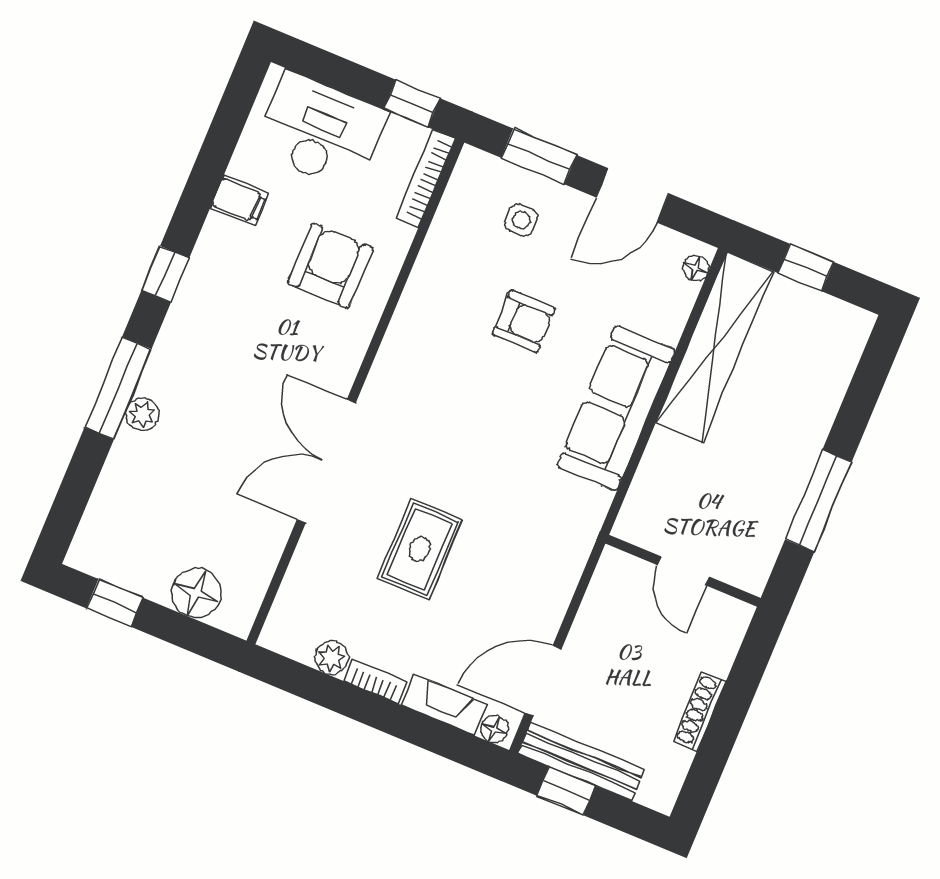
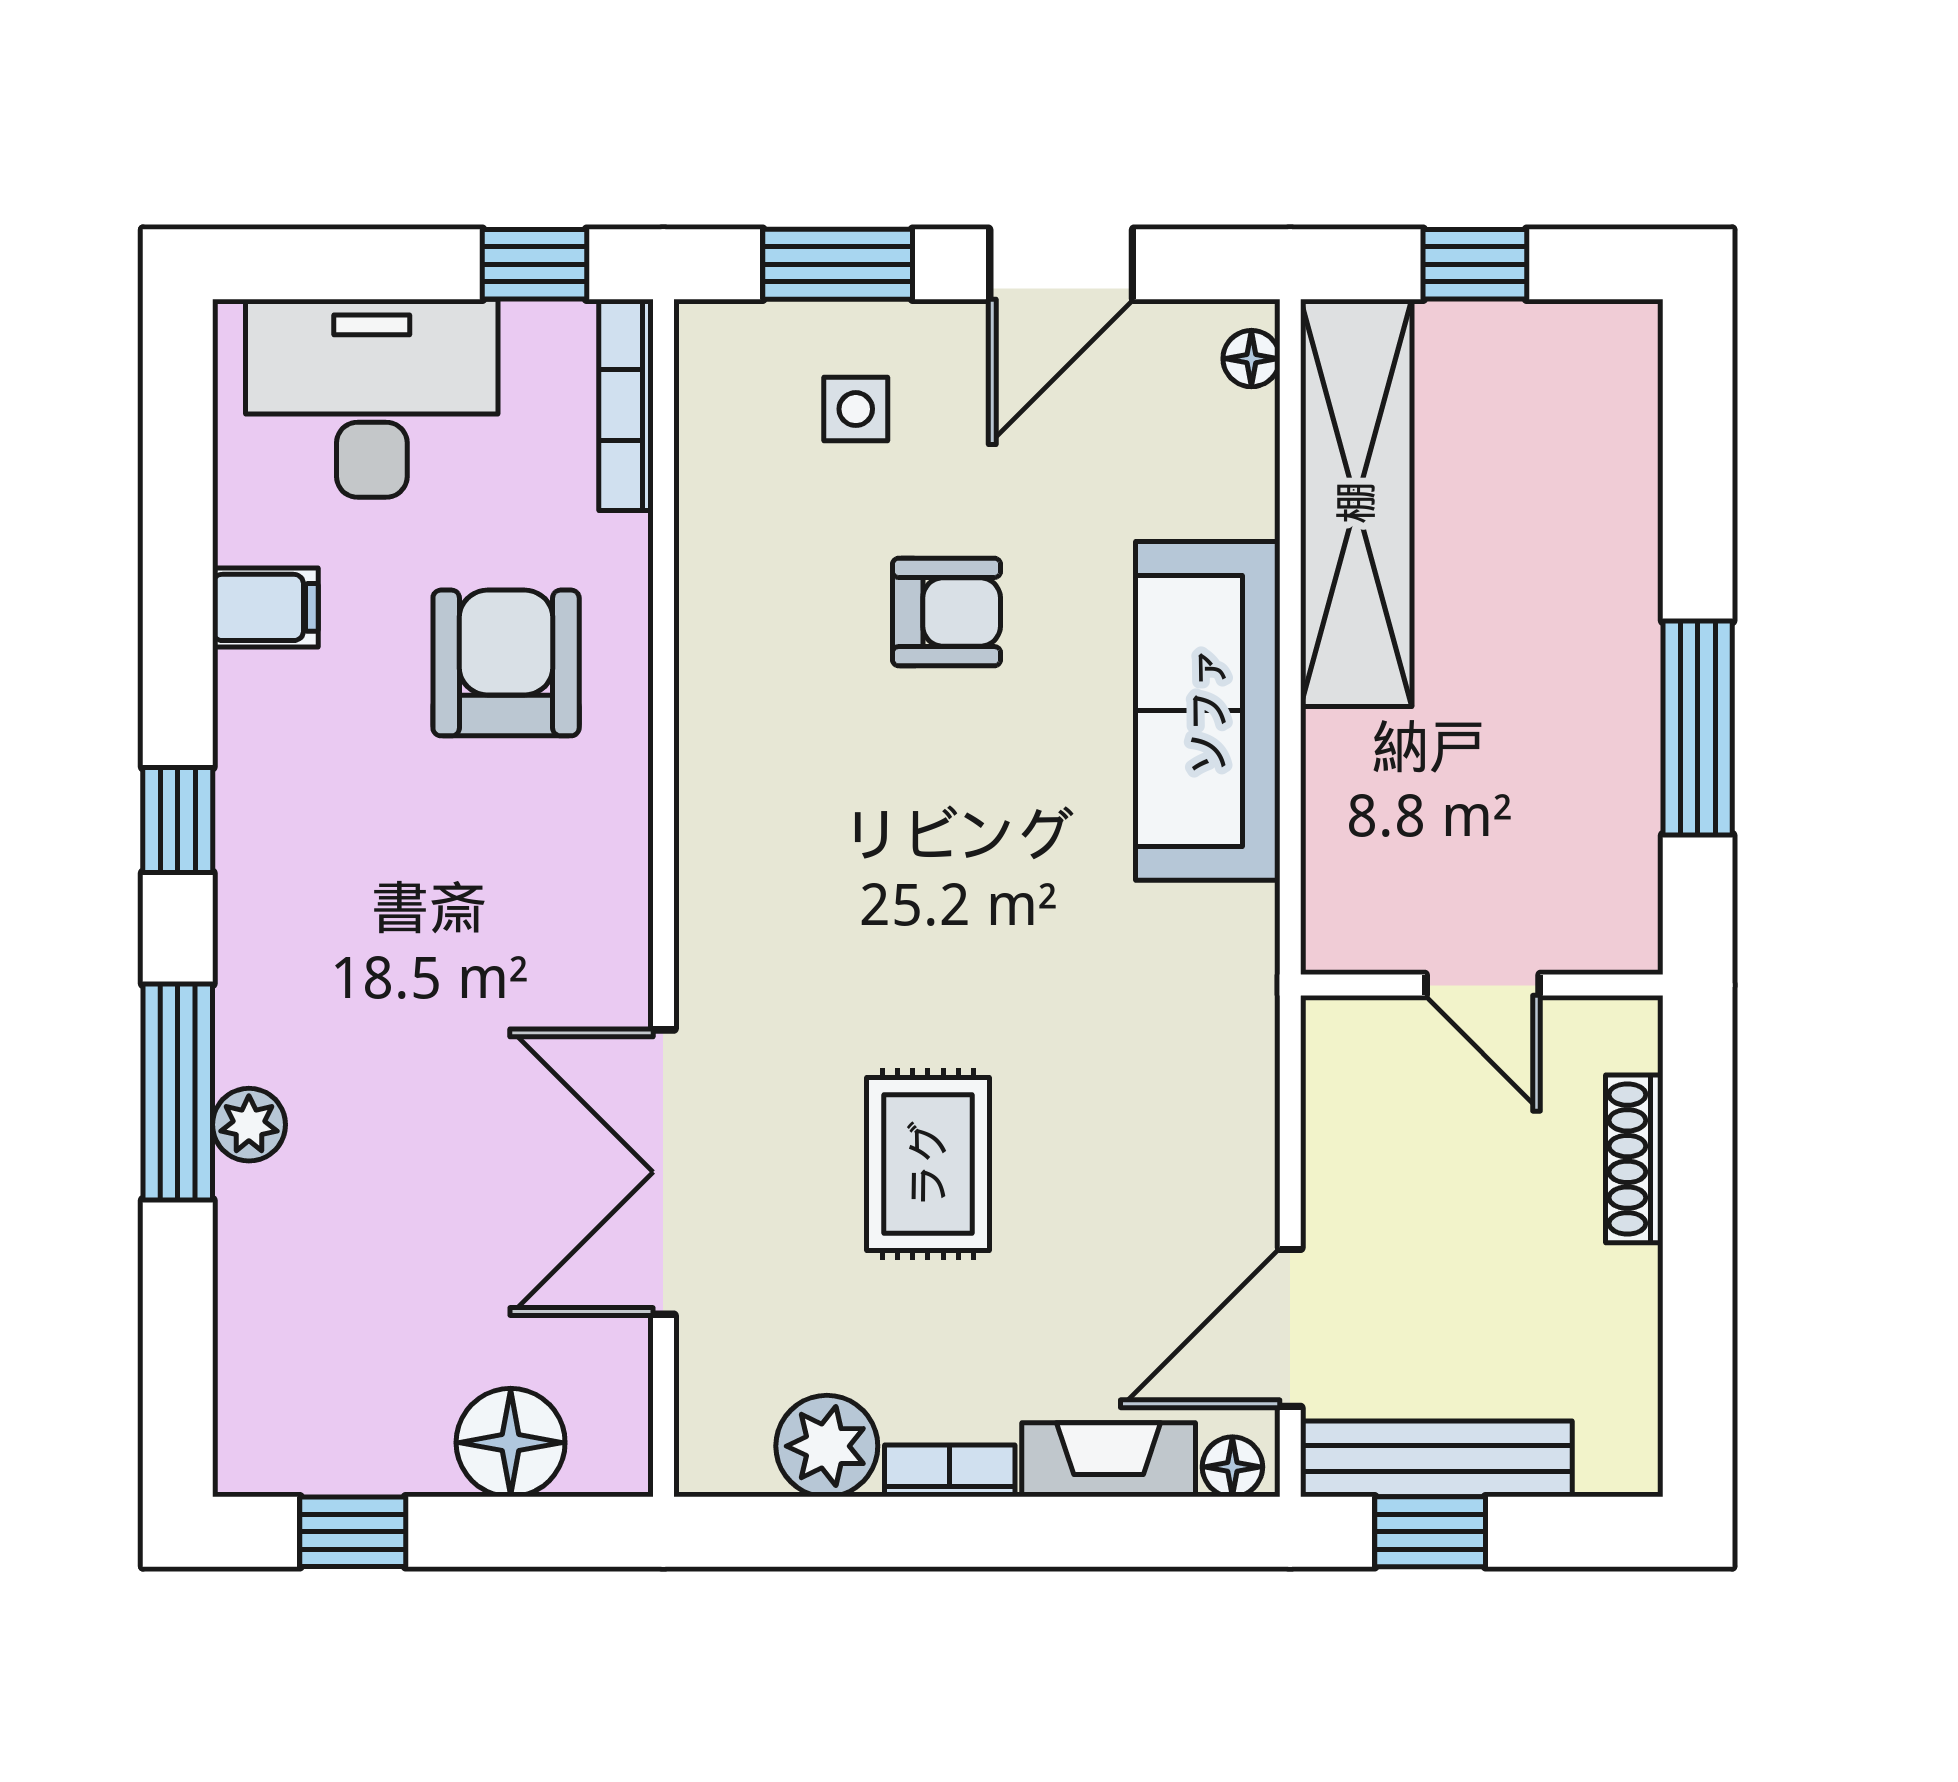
double door: (326, 461) -> (663, 1172), moved
plant: (332, 658) -> (827, 1446), width x1.38, depth x1.38
shoe rack: (700, 711) -> (1634, 1159), moved

